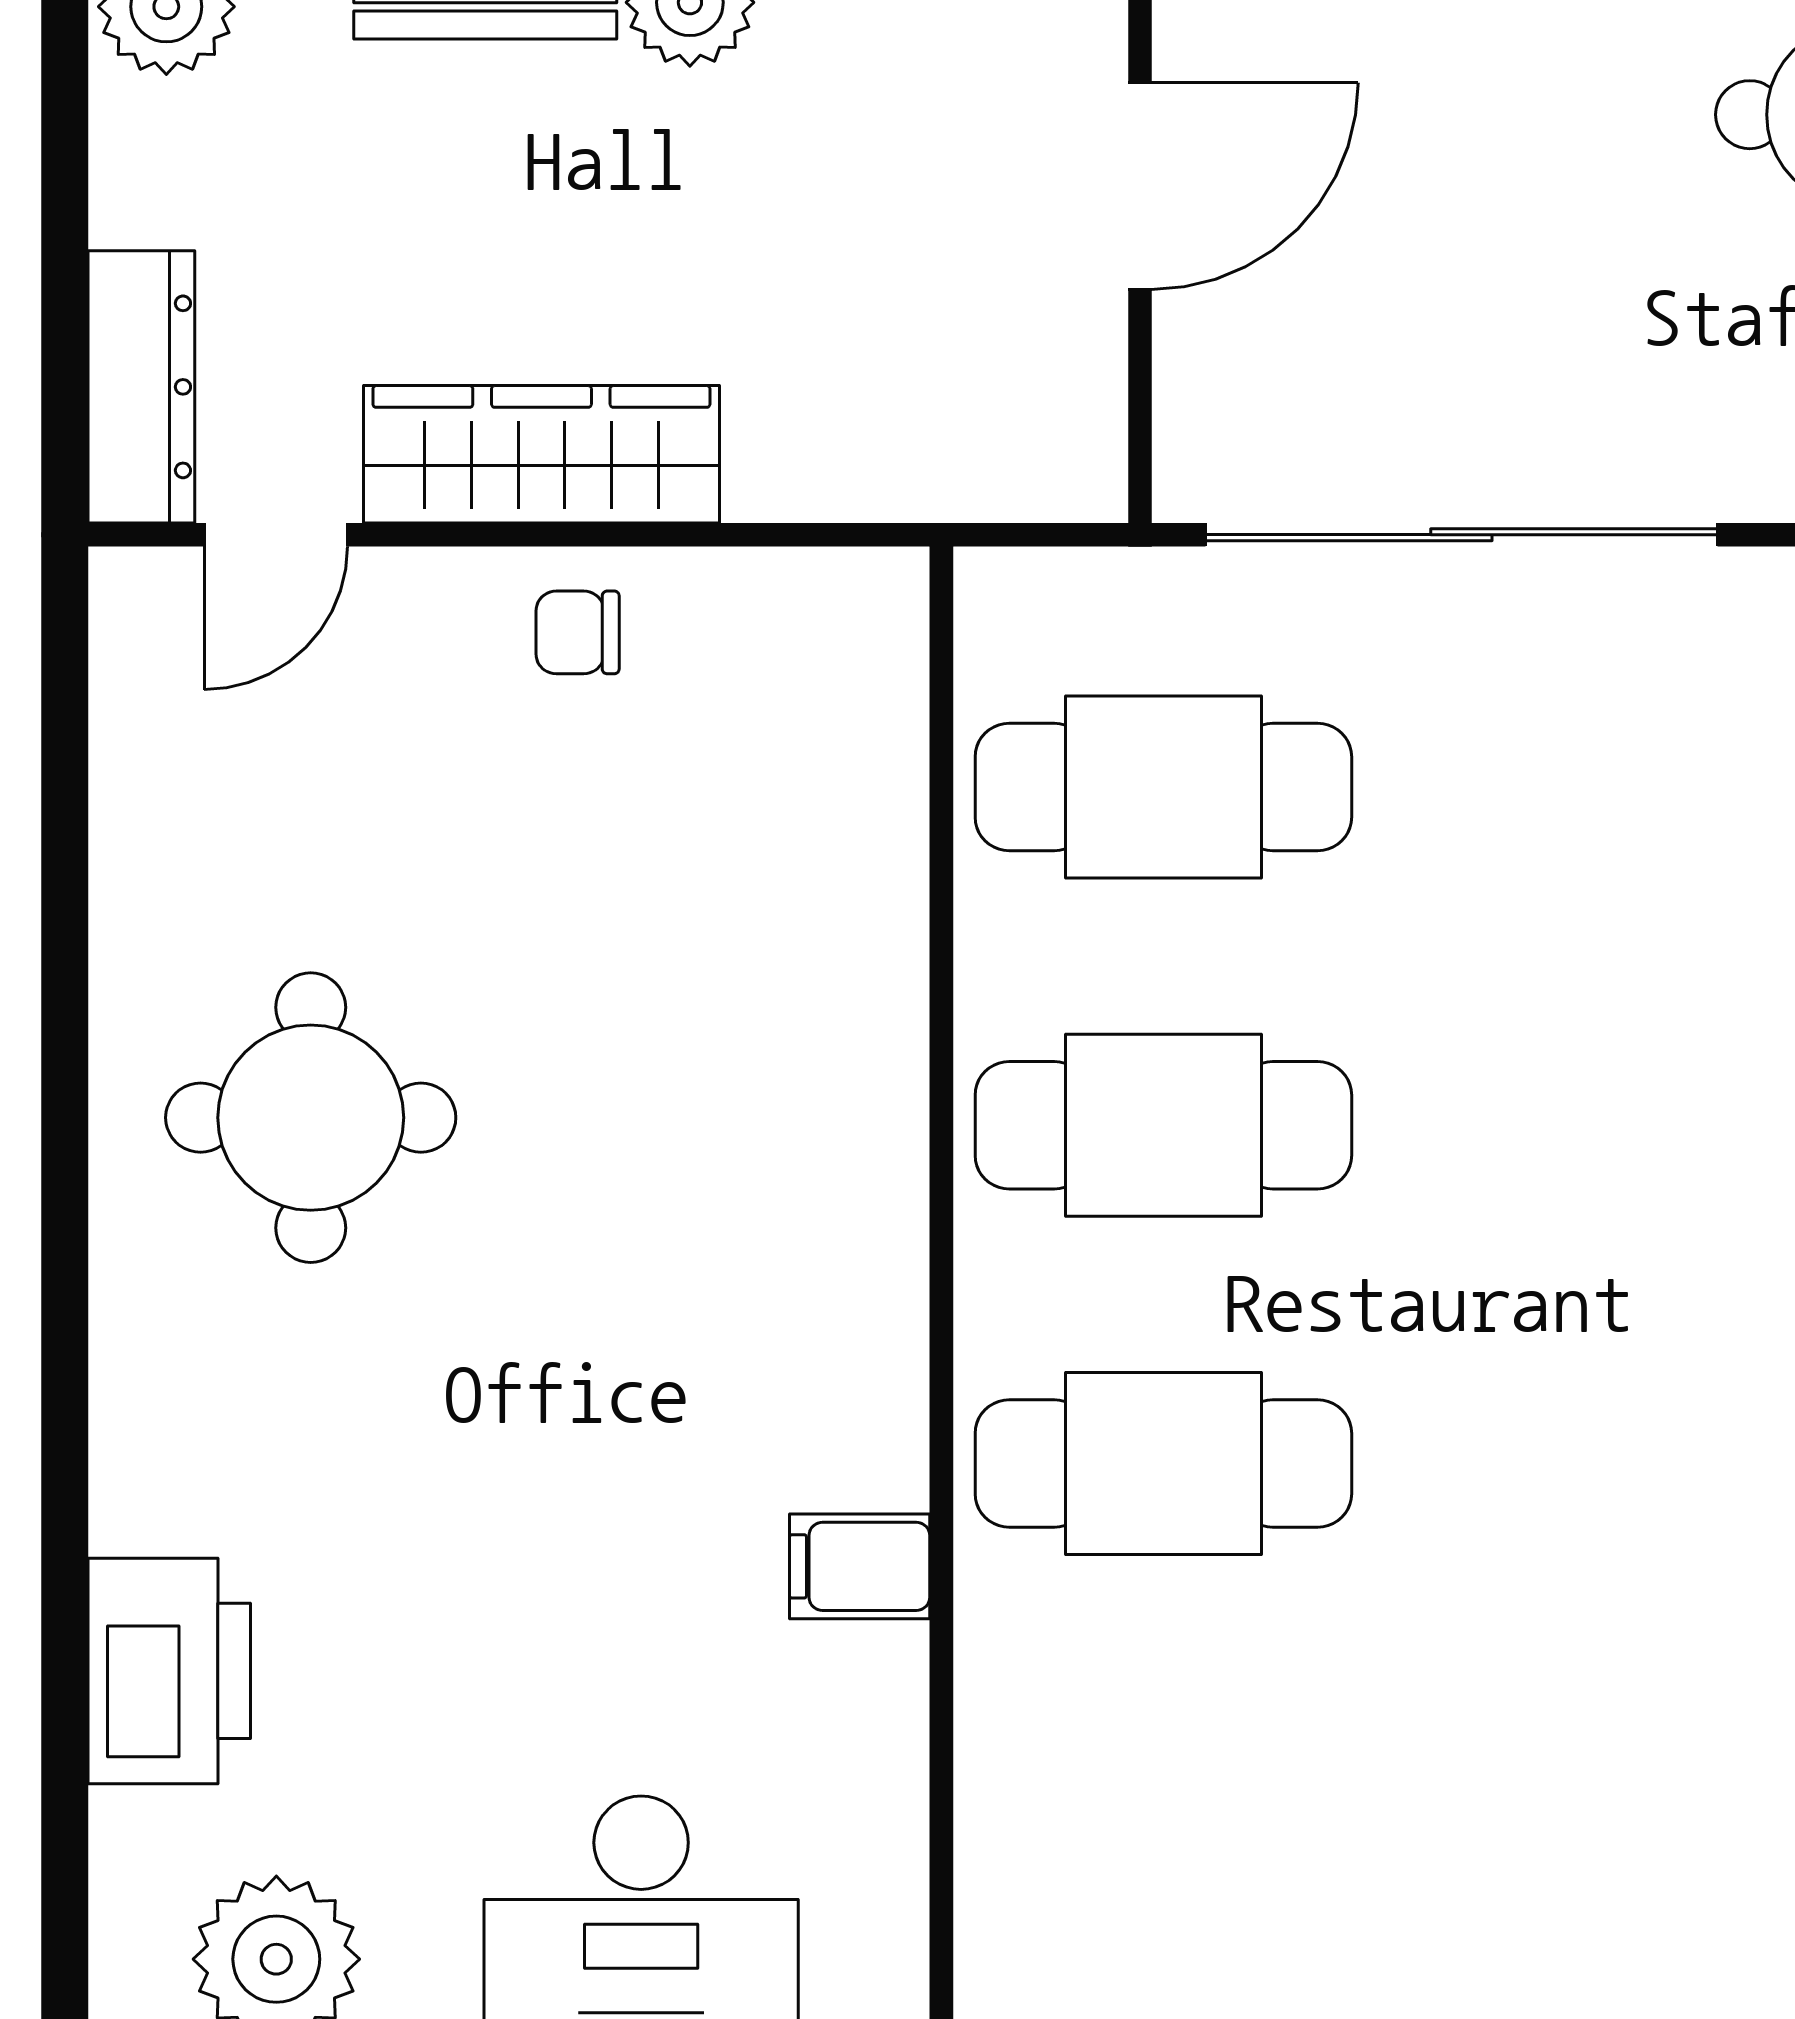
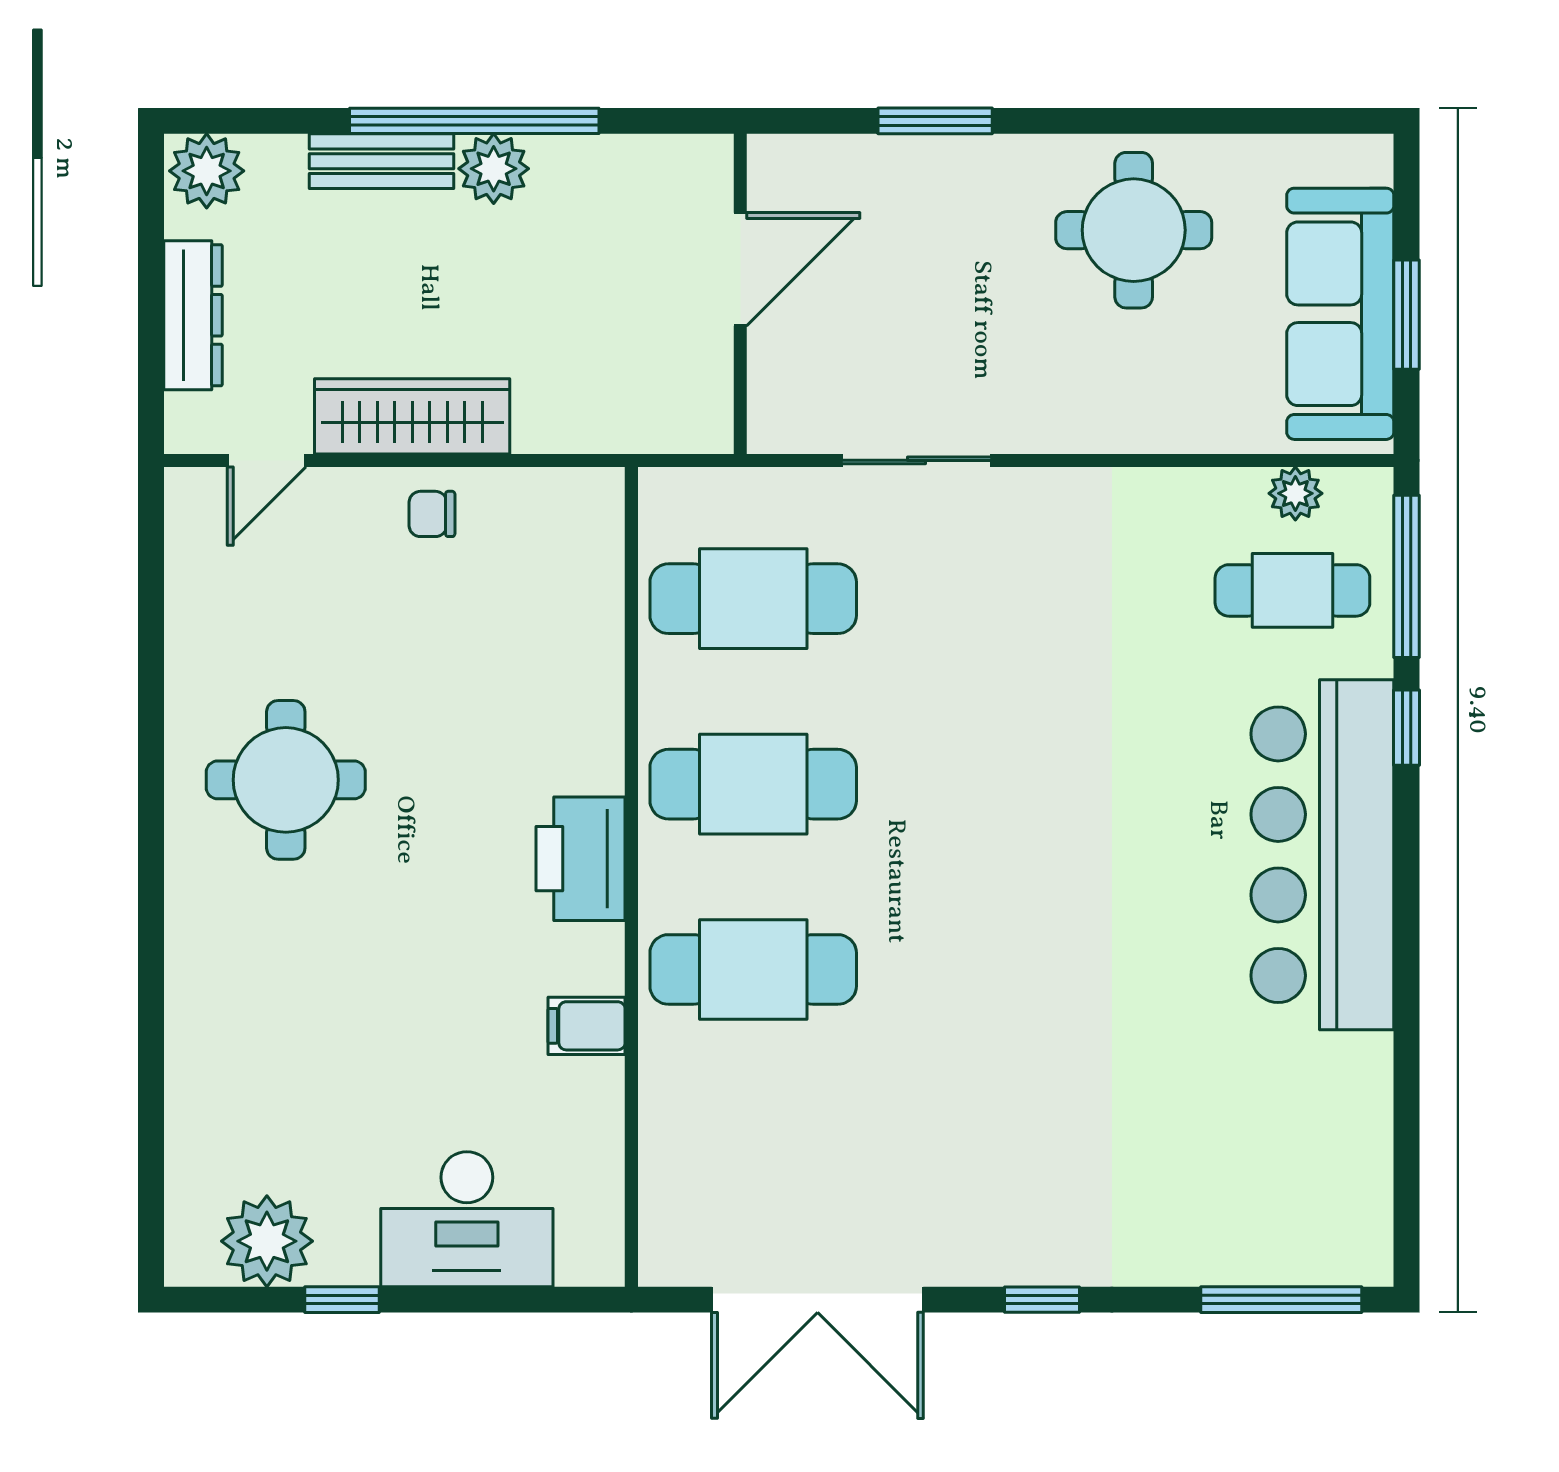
dresser: (141, 387) -> (193, 315), moved
sliding door: (1461, 535) -> (916, 460), width x0.54
printer: (169, 1671) -> (581, 859), moved, turned 180

